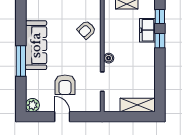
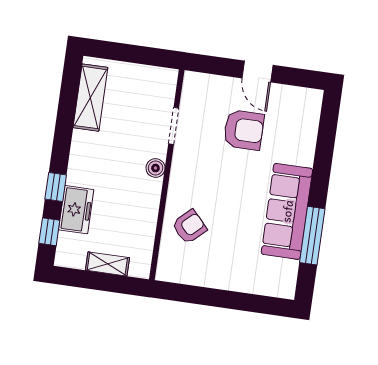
window: (21, 61) -> (312, 236), moved
armchair: (65, 85) -> (244, 130), turned 90
plant: (32, 105) -> (310, 101), removed
shelving: (137, 105) -> (90, 98), moved, turned 90

